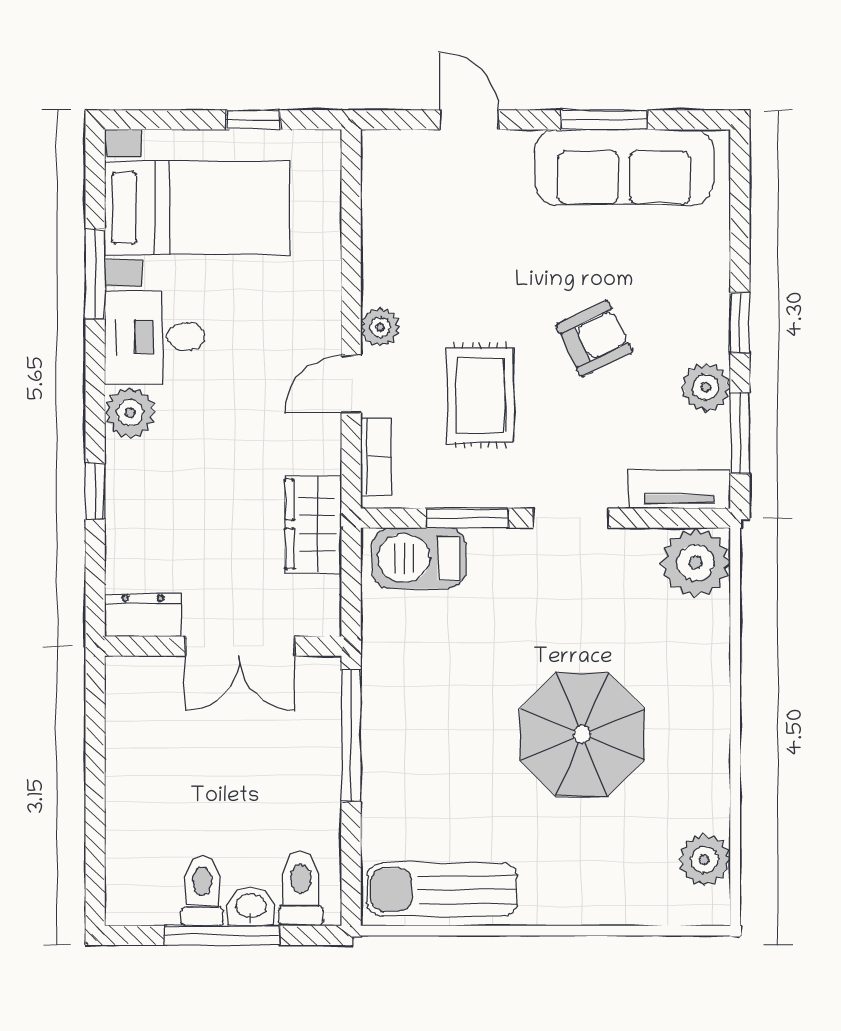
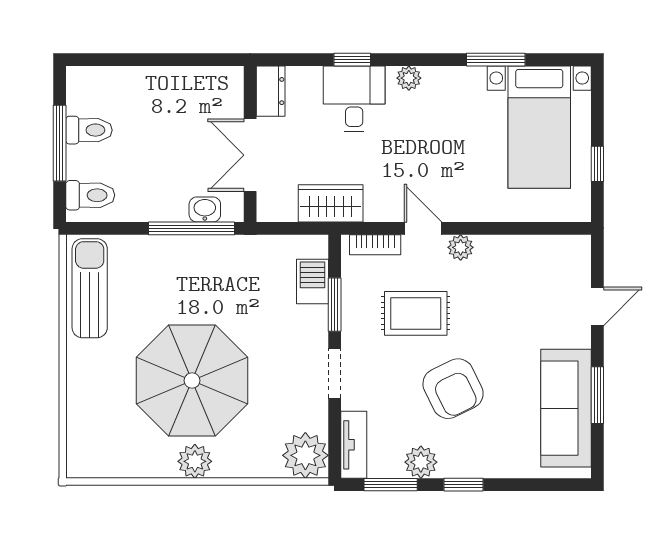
desk: (155, 337) -> (354, 99), moved
armchair: (594, 339) -> (453, 389), width x1.38, depth x1.38
plant: (130, 413) -> (409, 78), width x0.73, depth x0.73
barbecue: (419, 558) -> (313, 282), width x0.73, depth x0.79
parasol: (582, 735) -> (192, 381), width x1.36, depth x1.36
plant: (705, 860) -> (195, 461), moved
washbasin: (251, 907) -> (205, 209), moved, turned -90

